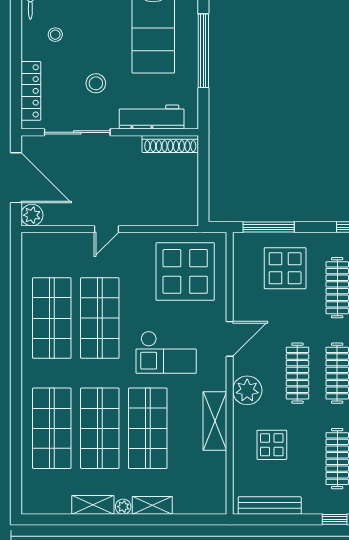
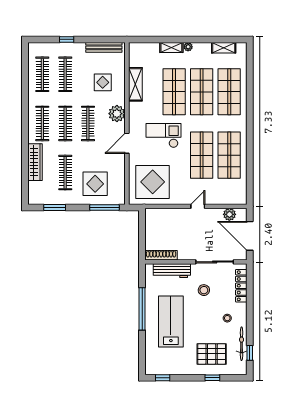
plant: (32, 215) -> (229, 214), moved
shelving: (215, 421) -> (135, 84), moved
shelving: (93, 505) -> (224, 48), moved

